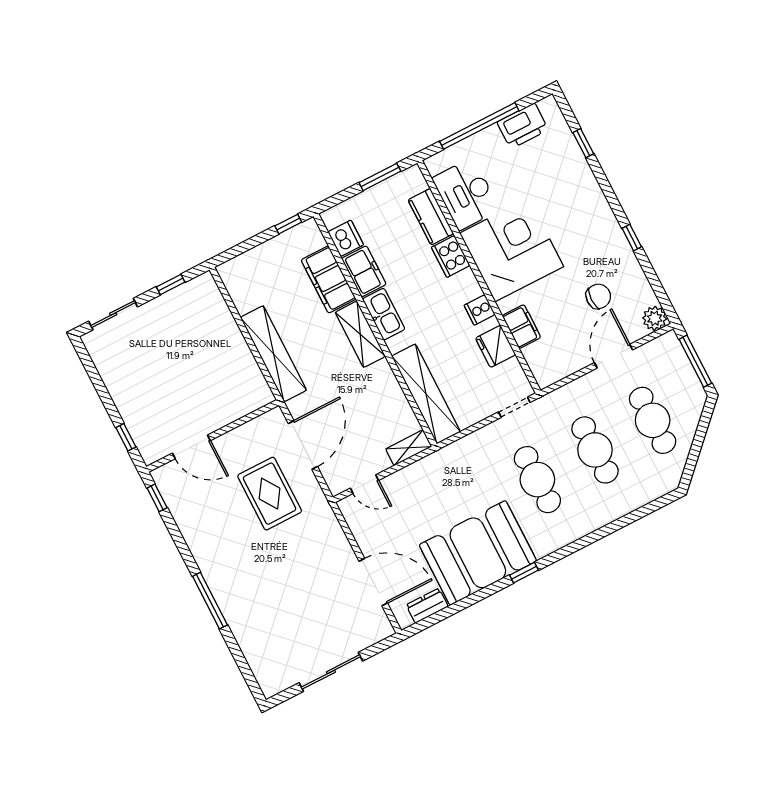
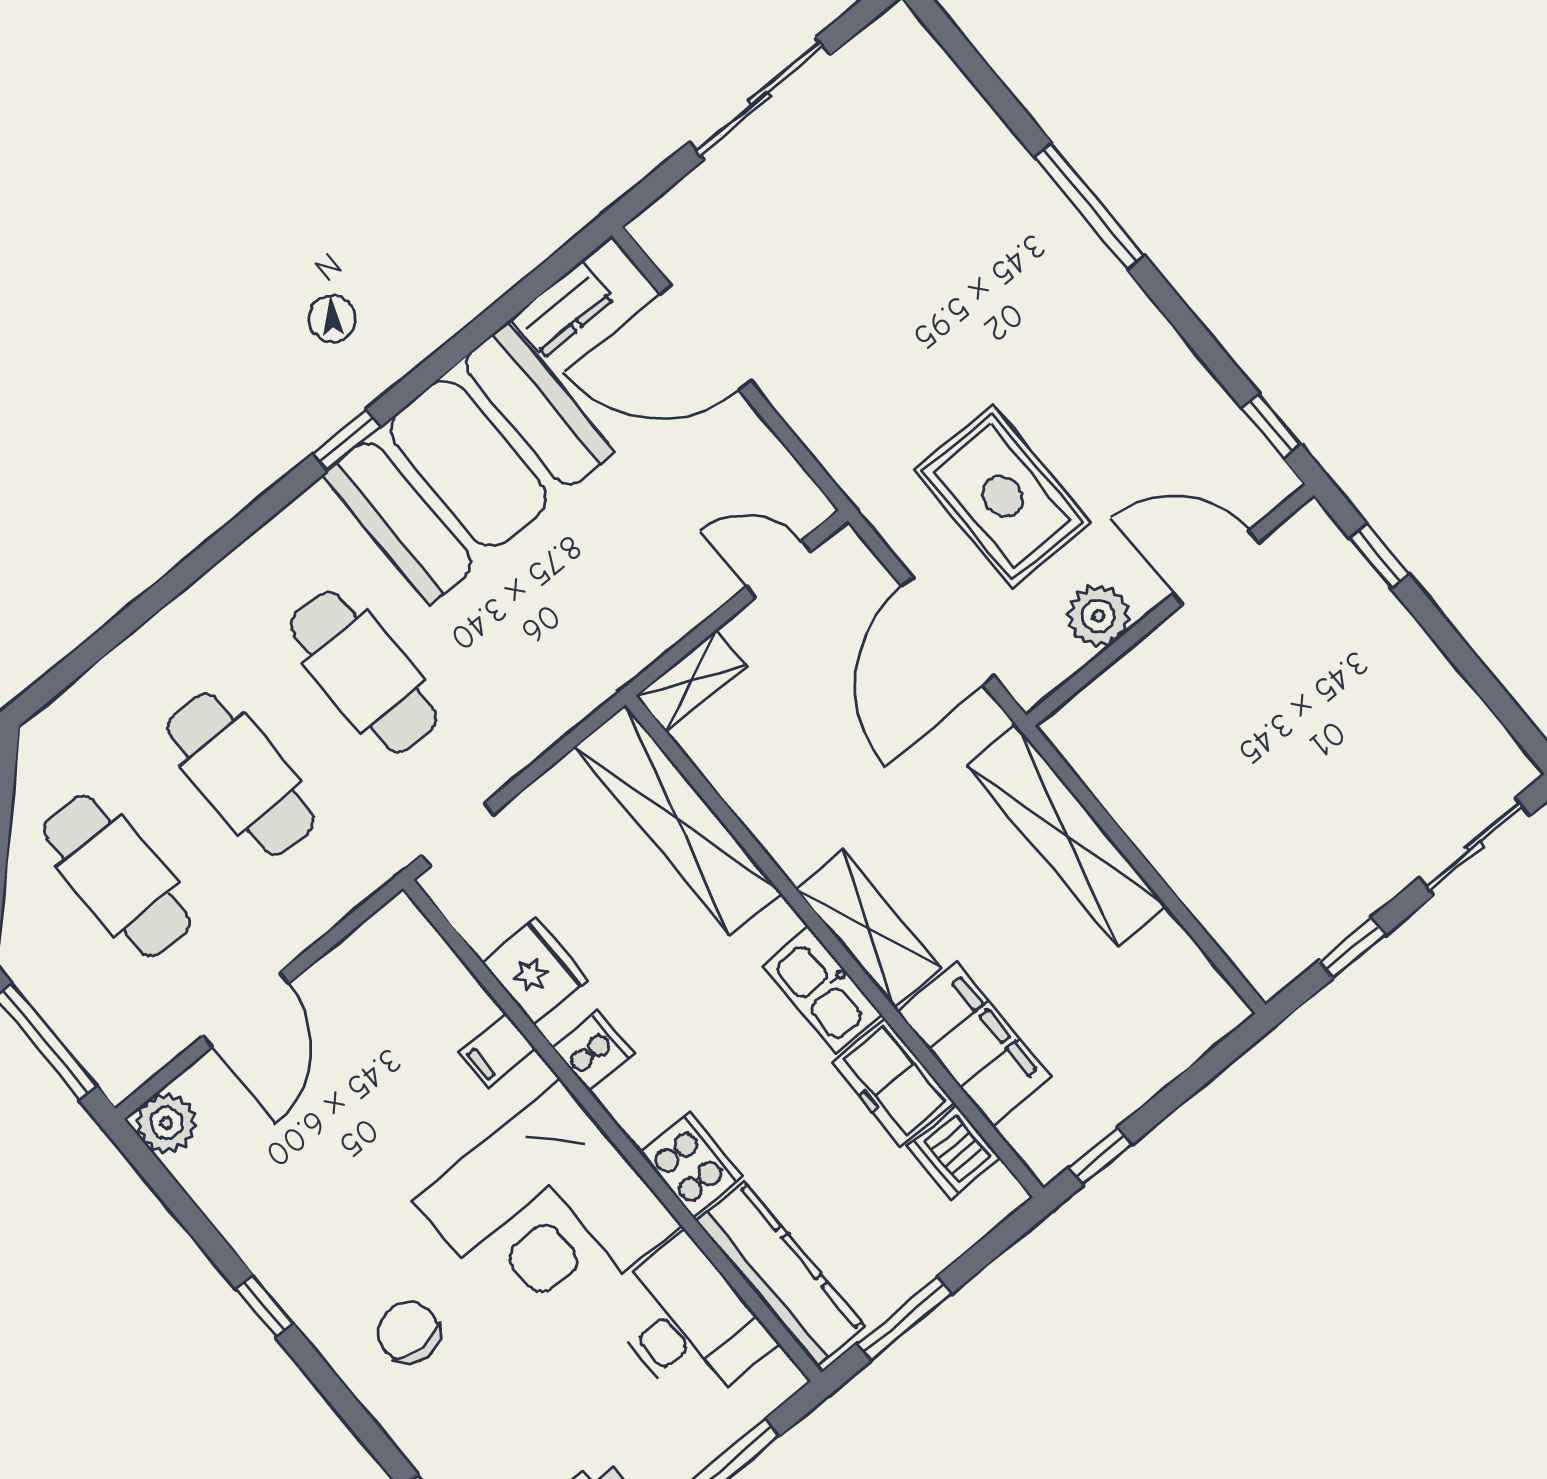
kitchen counter: (431, 217) -> (780, 1274), width x1.50
chair: (598, 296) -> (409, 1332), moved, turned 90
filing cabinet: (522, 327) -> (498, 1051), width x0.50
plant: (242, 438) -> (1098, 616), added

